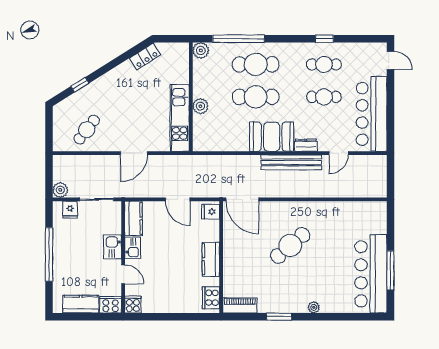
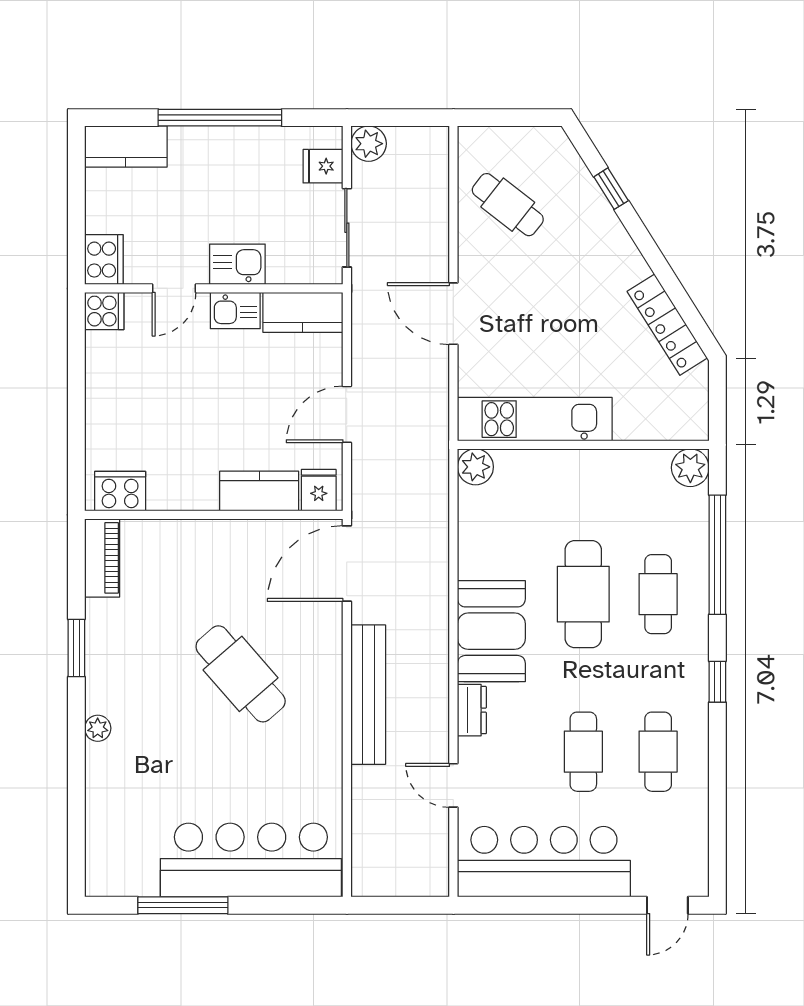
window: (324, 39) -> (717, 682), moved
locker: (145, 56) -> (667, 325), width x1.53
cafe table: (256, 64) -> (658, 594), width x0.73, depth x0.74
plant: (200, 106) -> (475, 467), moved
bench: (291, 162) -> (368, 695), moved
kitchen counter: (211, 259) -> (259, 491), moved
bar counter: (371, 274) -> (251, 860), moved
kitchen counter: (81, 304) -> (126, 147), moved, turned 90

